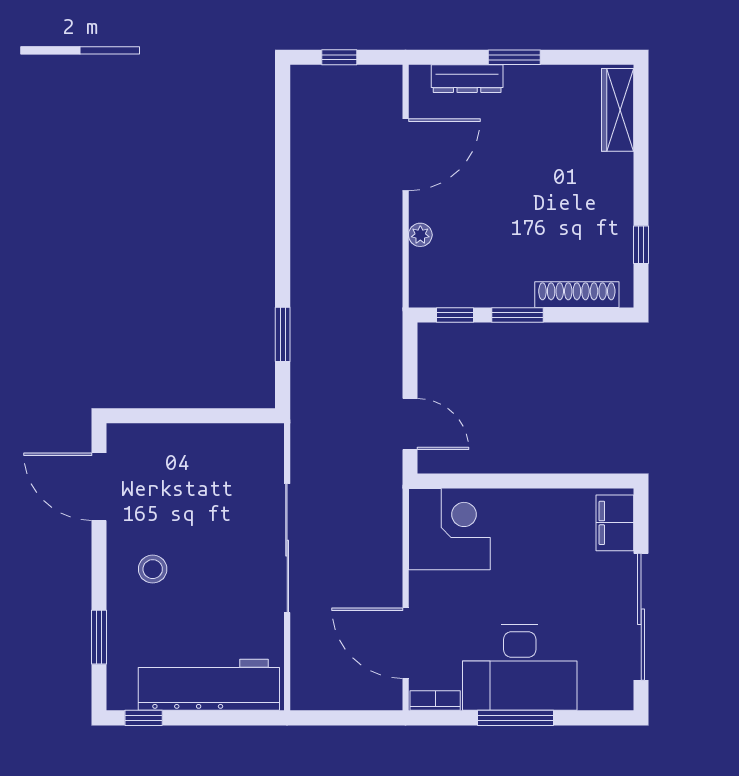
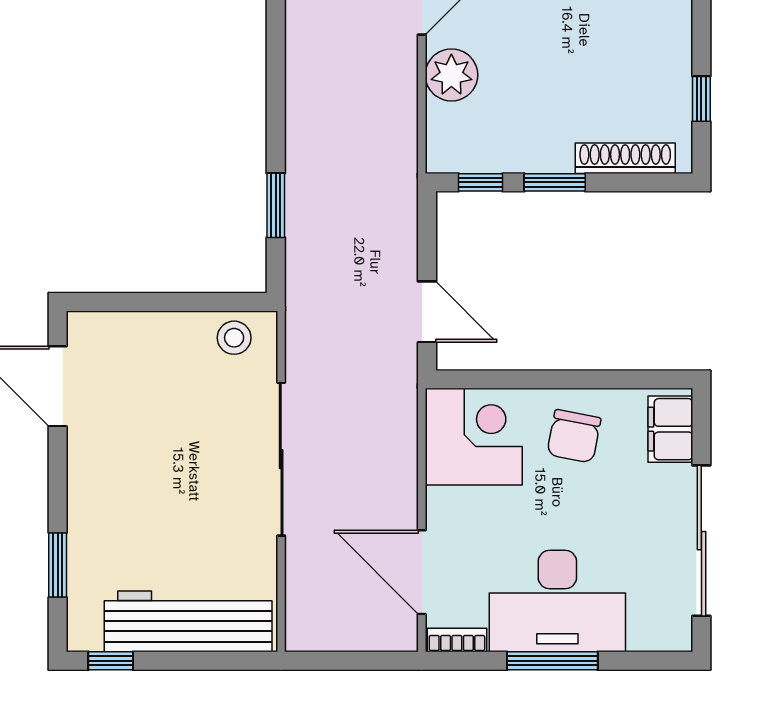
plant: (420, 235) -> (451, 75), width x1.88, depth x1.88
chair: (534, 529) -> (574, 436), added
stool: (153, 569) -> (234, 338), moved

